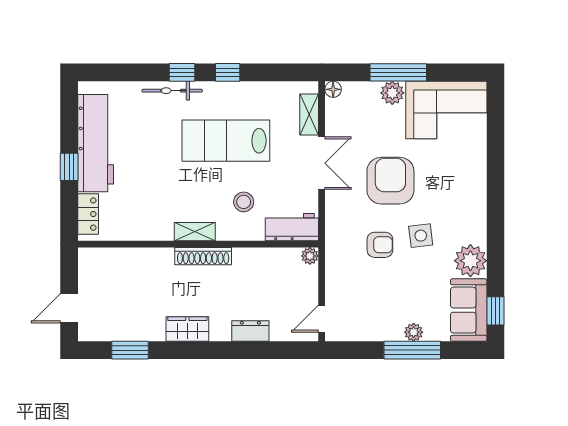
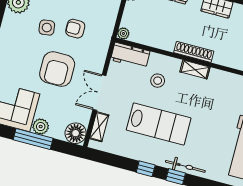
floor lamp: (333, 89) -> (76, 133), width x1.89, depth x1.89

